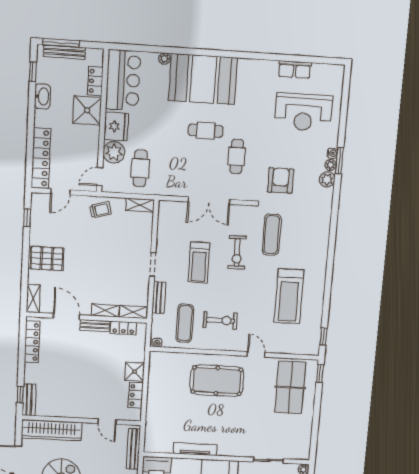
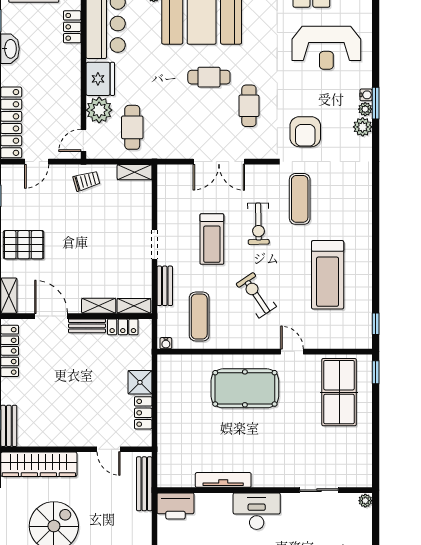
shower: (87, 110) -> (64, 62), removed
armchair: (281, 180) -> (305, 132), turned 180
exercise bike: (220, 320) -> (256, 295), moved, turned -124

